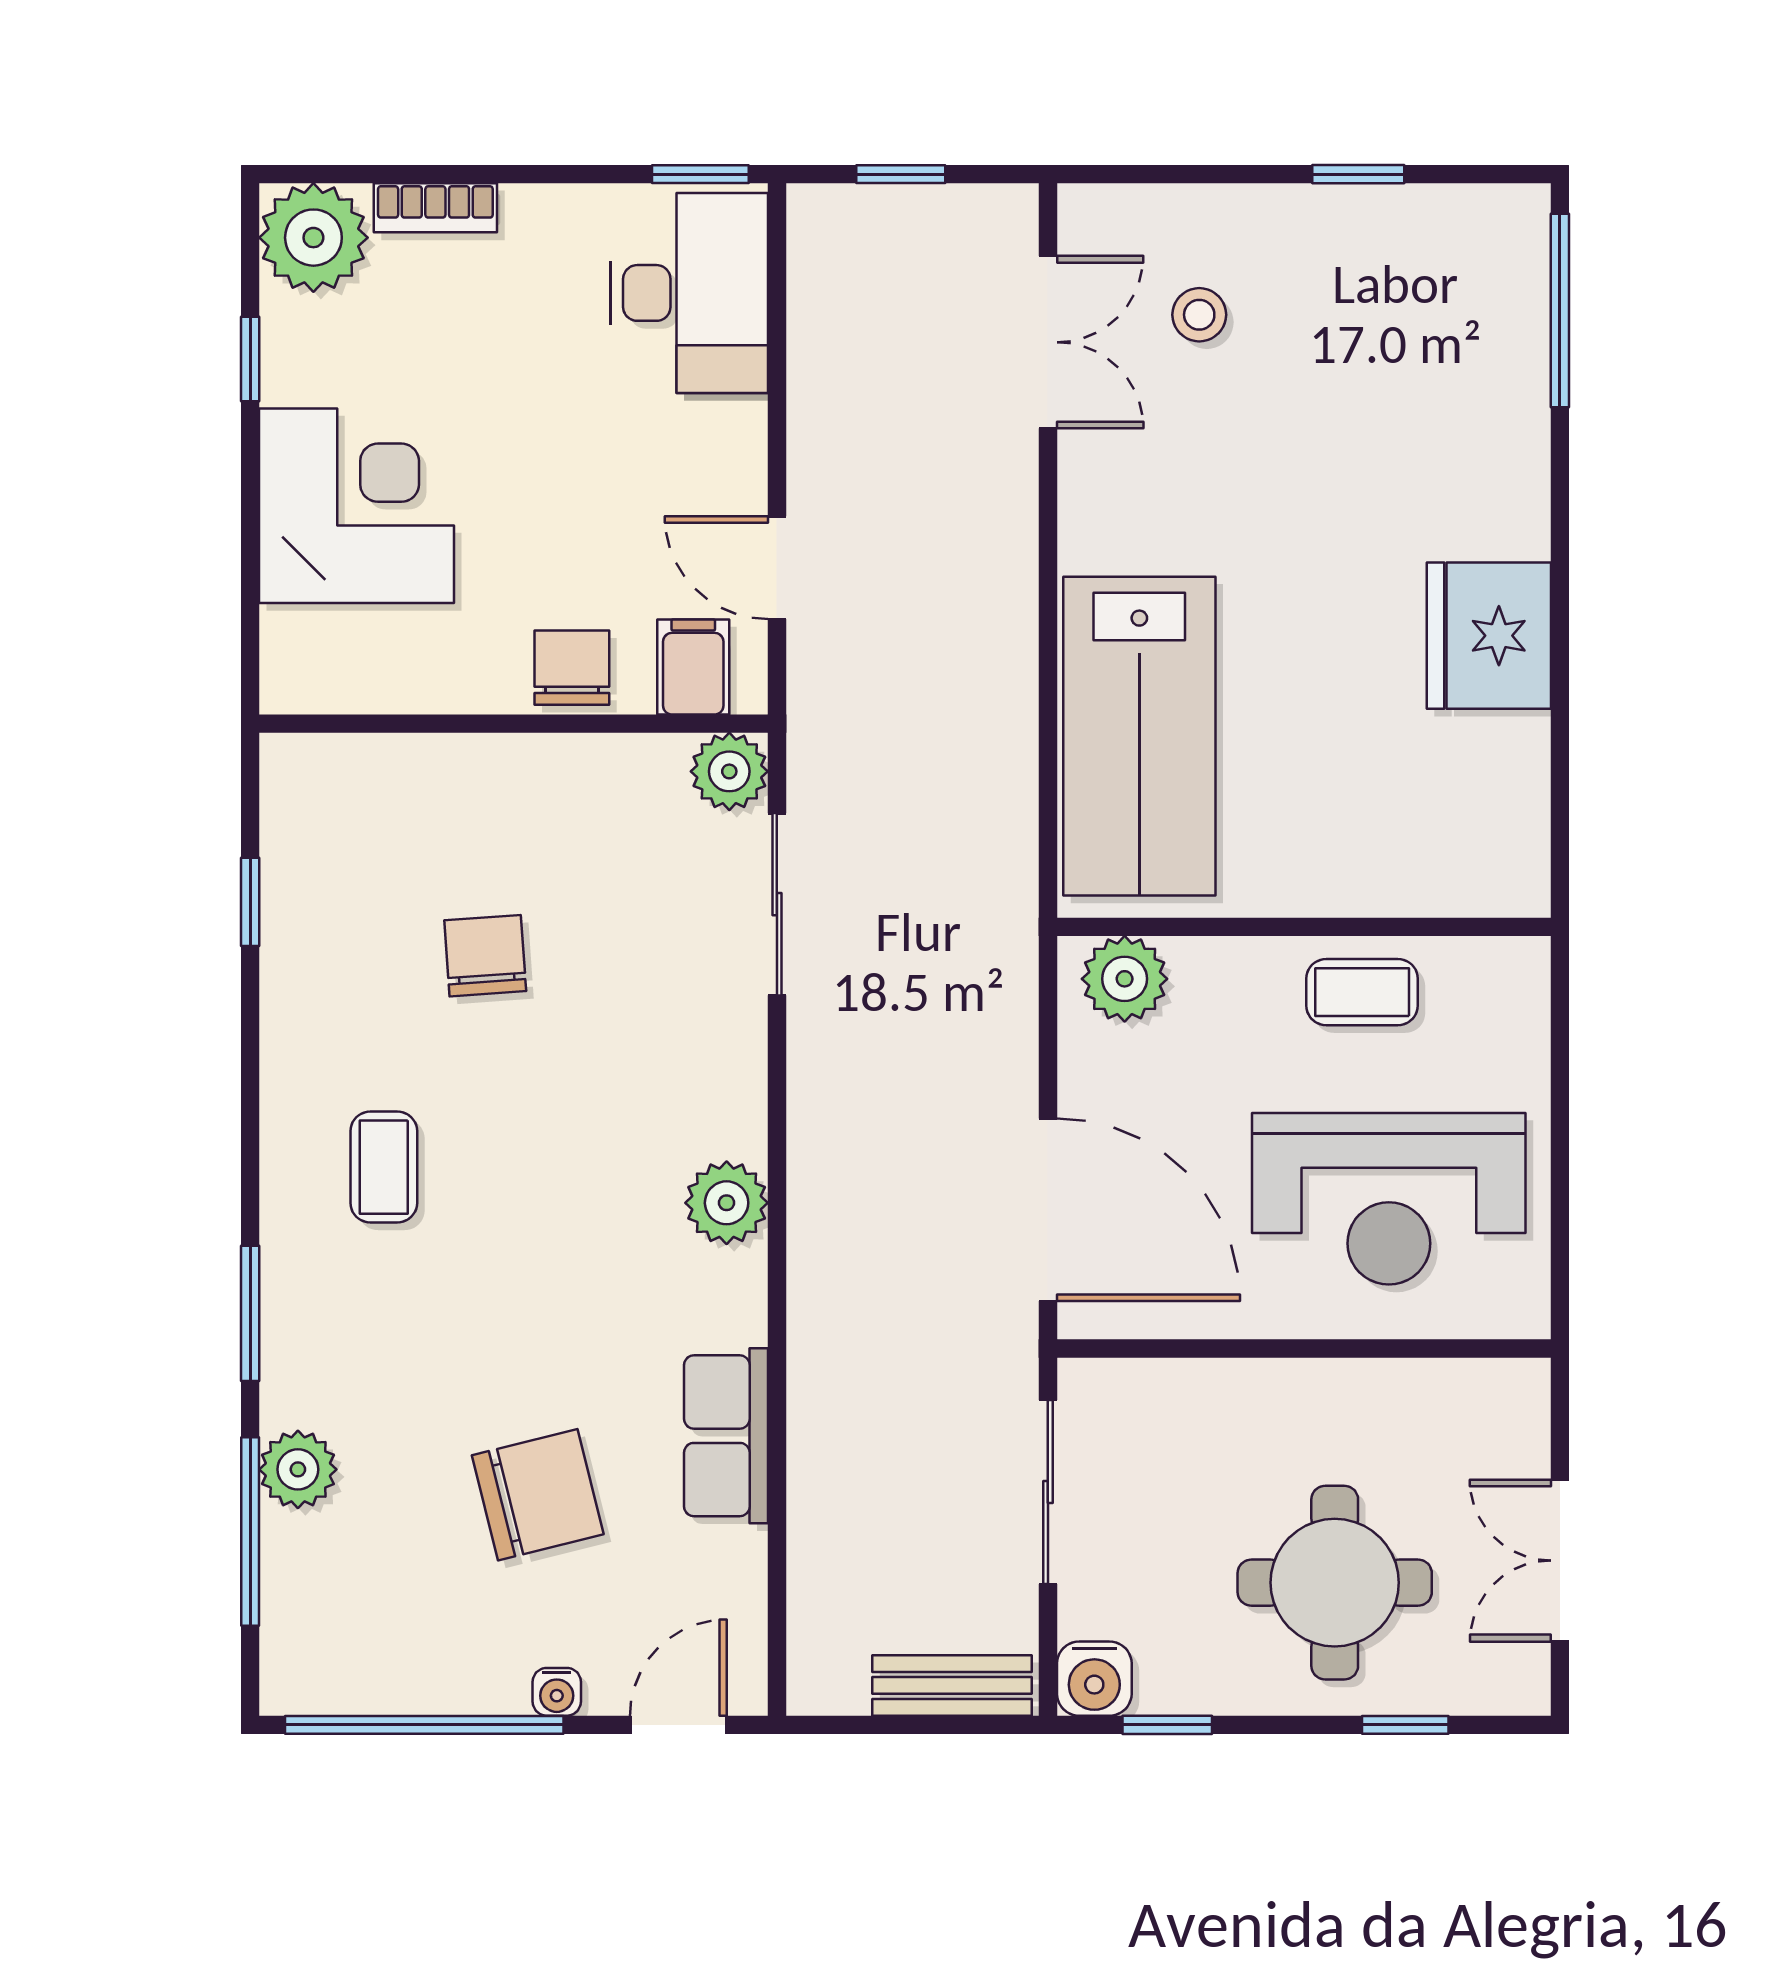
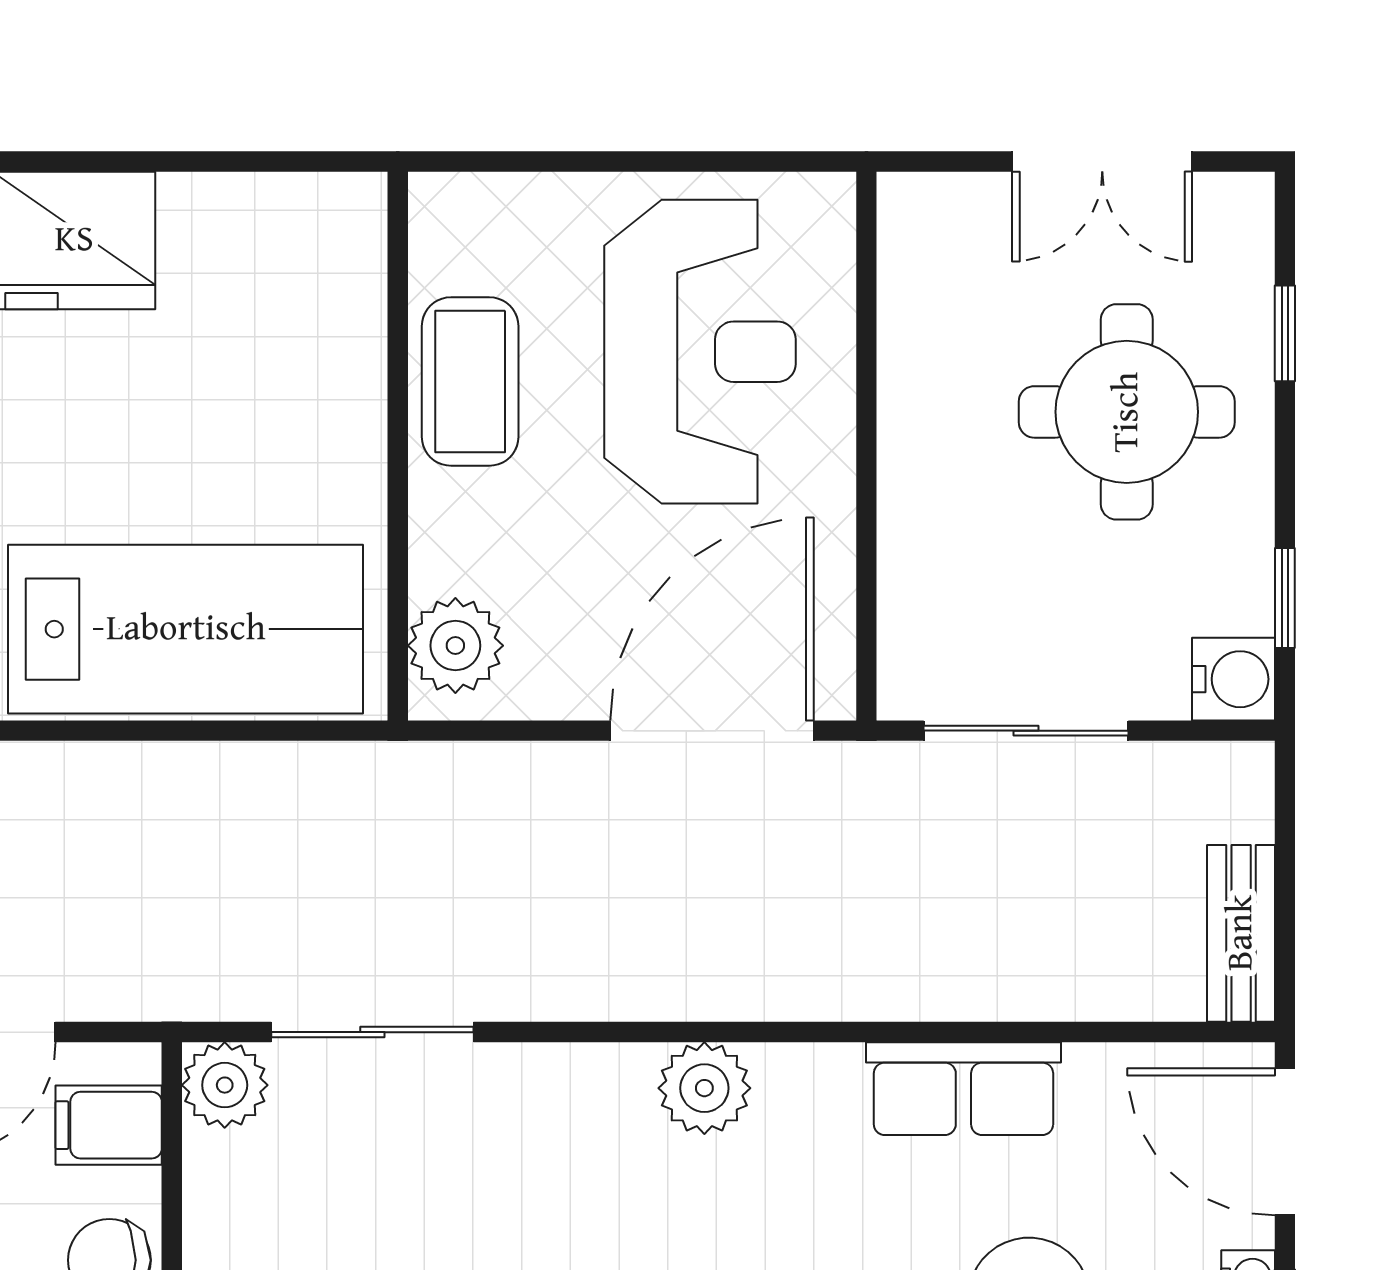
coffee table: (1362, 992) -> (470, 381), width x1.36, depth x1.30
bench: (952, 1685) -> (1241, 933), moved
door: (678, 1725) -> (1285, 1142), width x1.38

